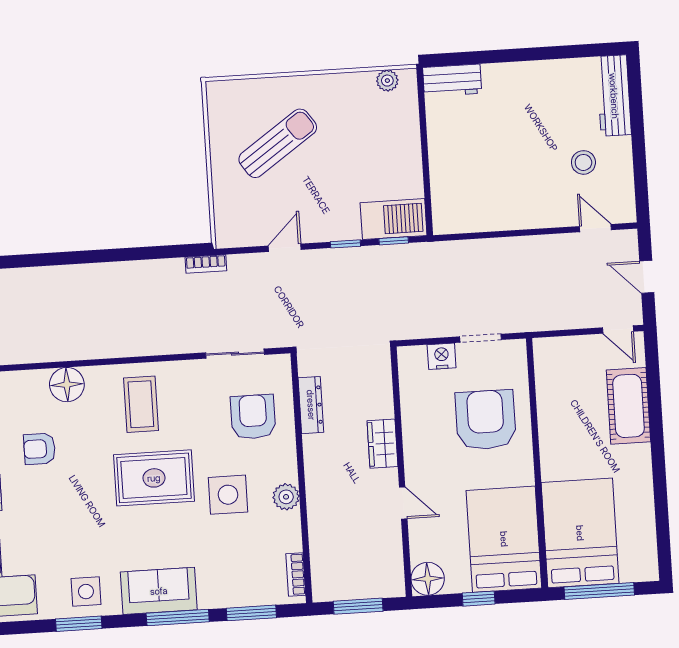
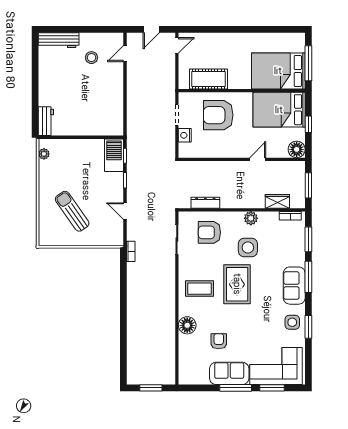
cot: (628, 406) -> (208, 79), moved
wardrobe: (382, 444) -> (277, 201), moved, turned 180
armchair: (39, 449) -> (219, 341), turned 180

